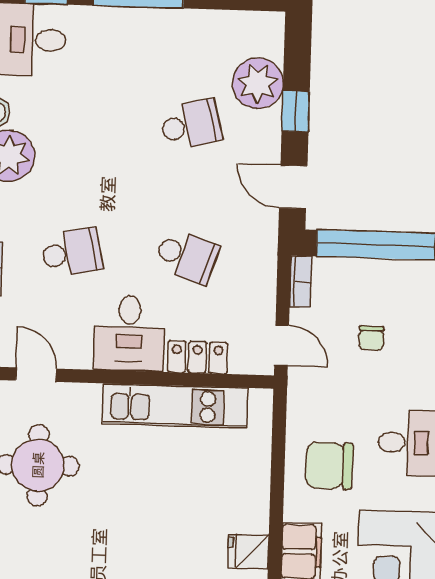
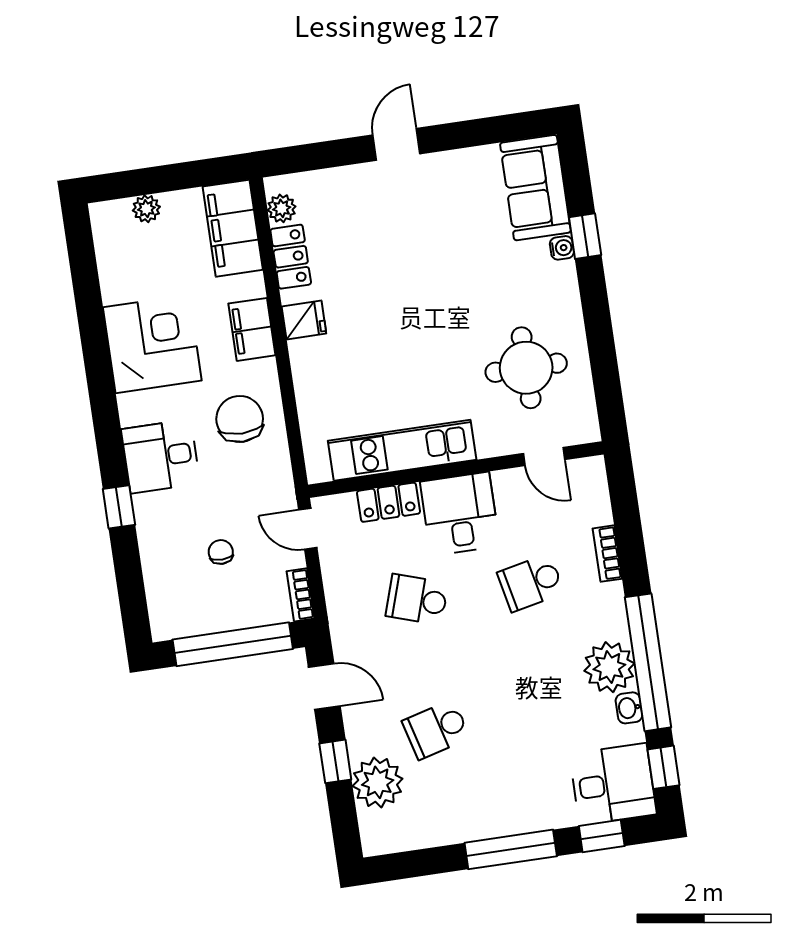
chair: (329, 466) -> (240, 419), turned -90

